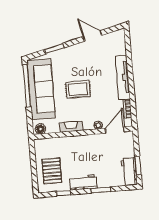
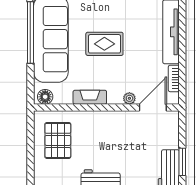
pallet: (52, 171) -> (58, 140), moved

